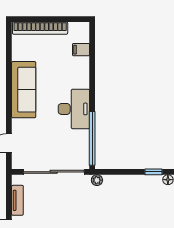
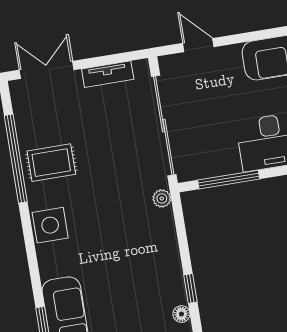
window: (92, 138) -> (229, 180), width x0.68

